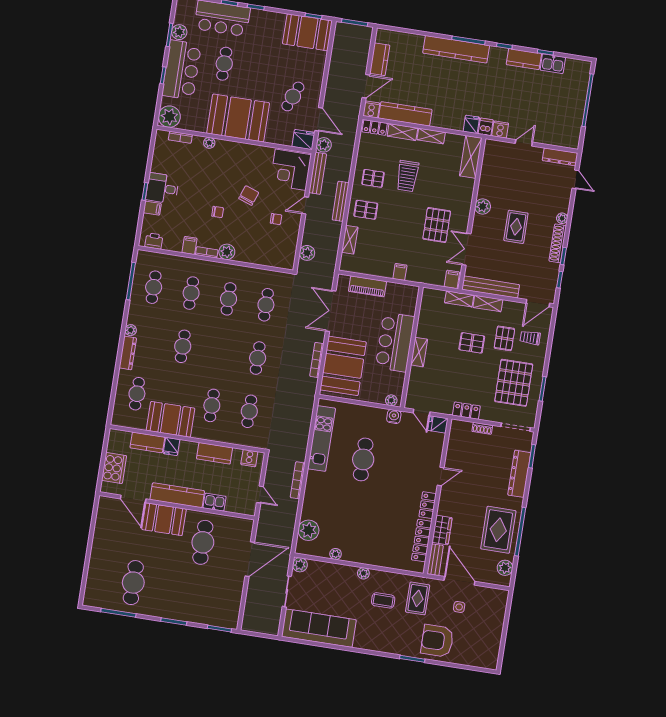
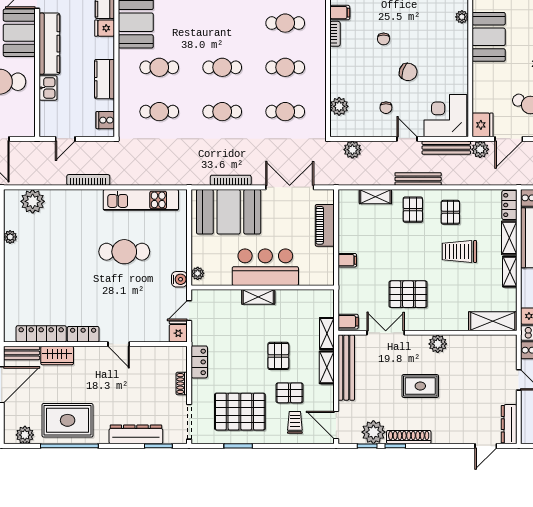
booth: (238, 118) -> (489, 37), width x0.73, depth x0.70
plant: (562, 218) -> (373, 432), moved, width x1.88, depth x1.88
plant: (227, 252) -> (339, 106), moved
cafe table: (183, 346) -> (222, 67), moved

